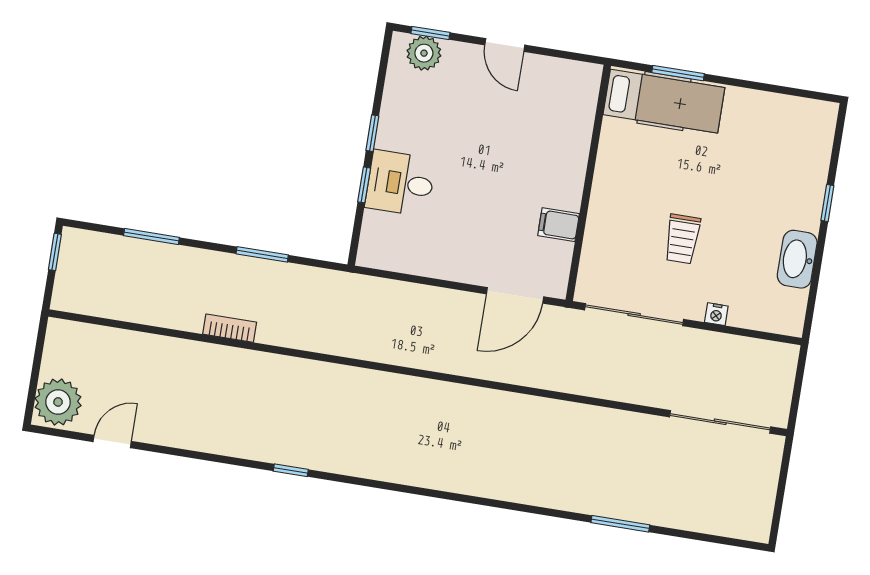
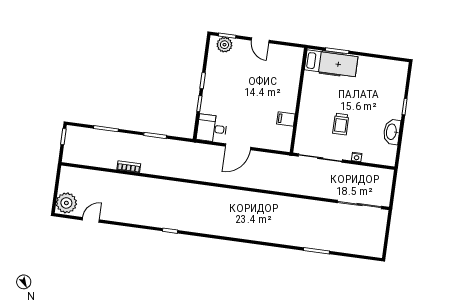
desk: (400, 183) -> (212, 128), moved
door: (515, 295) -> (238, 147), moved
bookcase: (230, 328) -> (129, 167), moved

